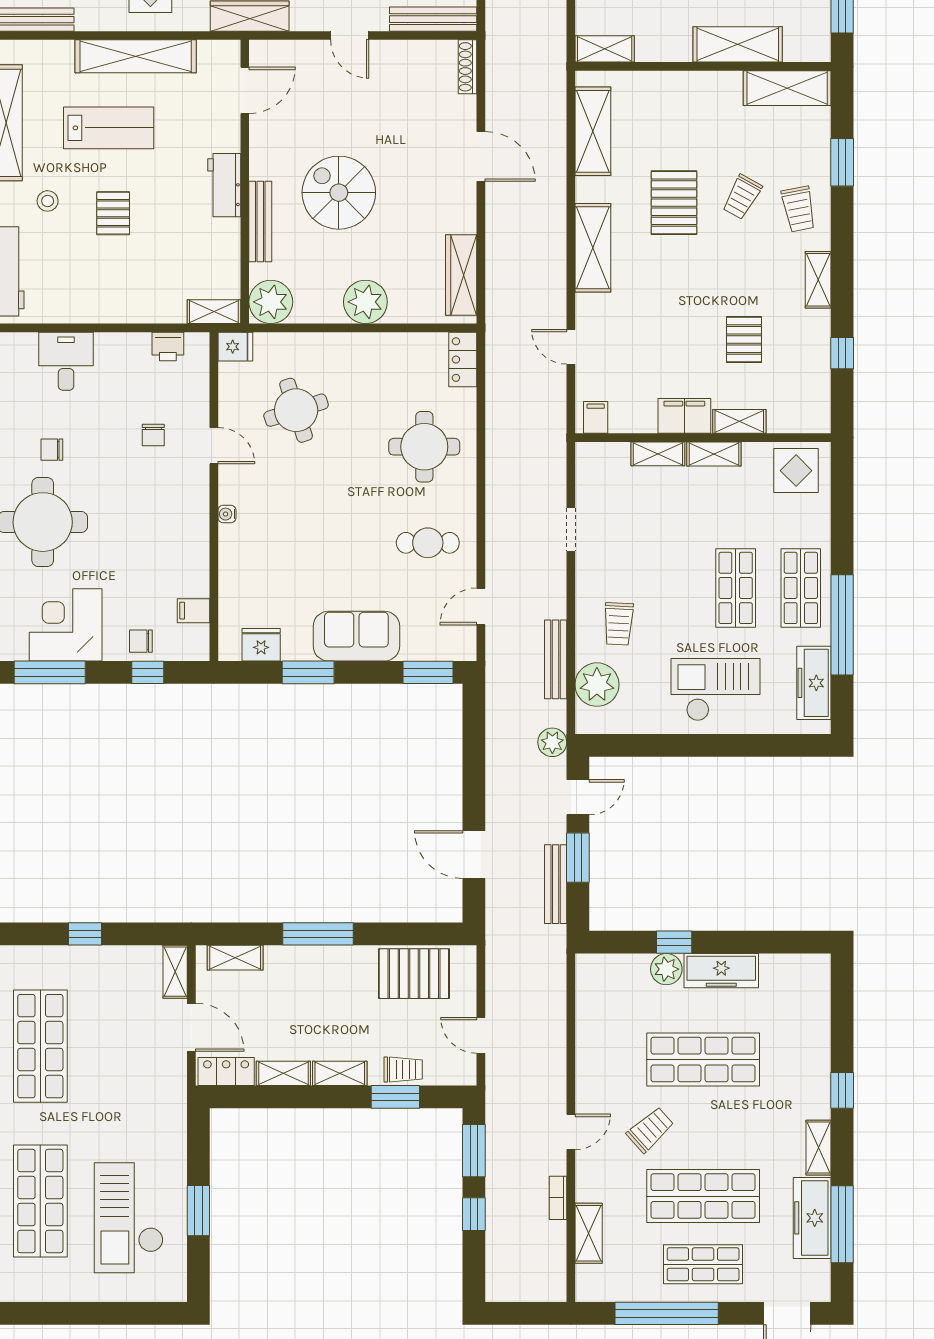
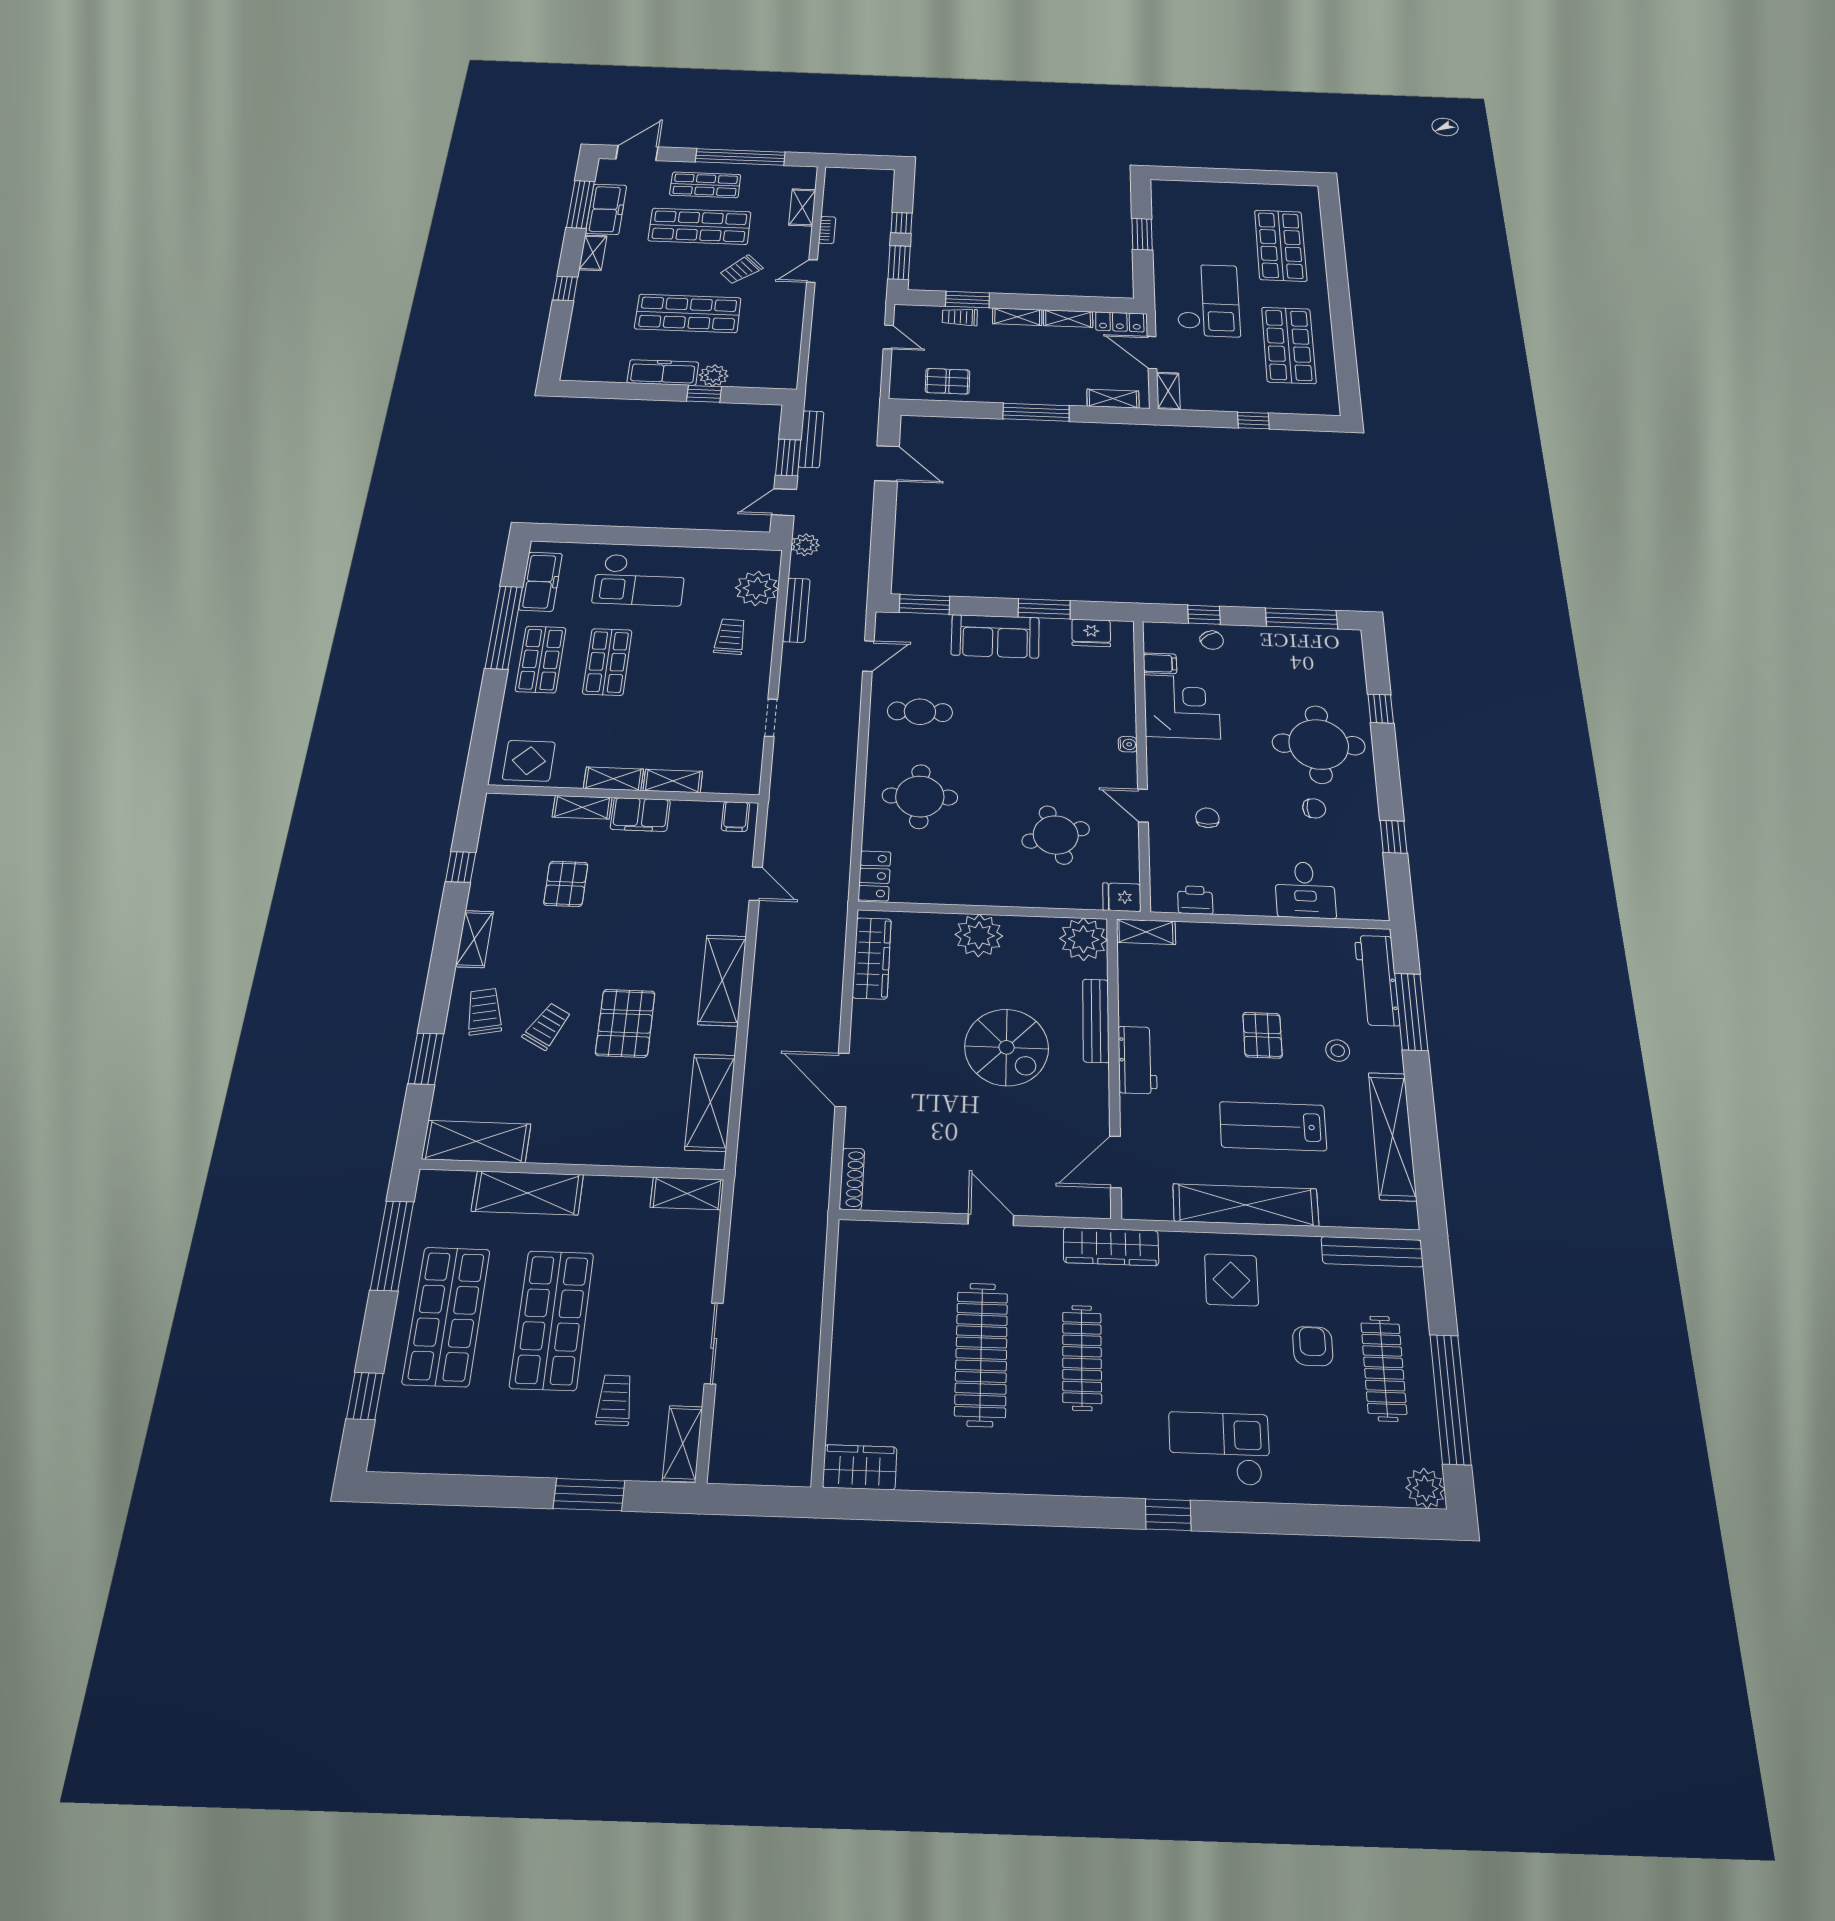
bench: (433, 19) -> (890, 1235), removed
corner desk: (66, 625) -> (1182, 707), moved, turned -90
chair: (141, 641) -> (1212, 640), turned 56
pallet: (414, 974) -> (948, 381), width x0.67, depth x0.71
checkout: (129, 1218) -> (1208, 300), moved

